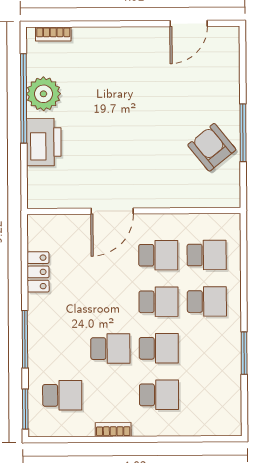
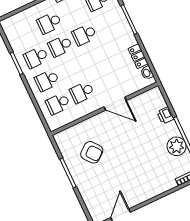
printer: (44, 142) -> (165, 115), width x0.53, depth x0.68
armchair: (212, 147) -> (92, 152), moved
door: (112, 211) -> (115, 104), swing flipped
washbasin: (36, 238) -> (147, 73), added
school desk: (158, 302) -> (36, 57), moved

